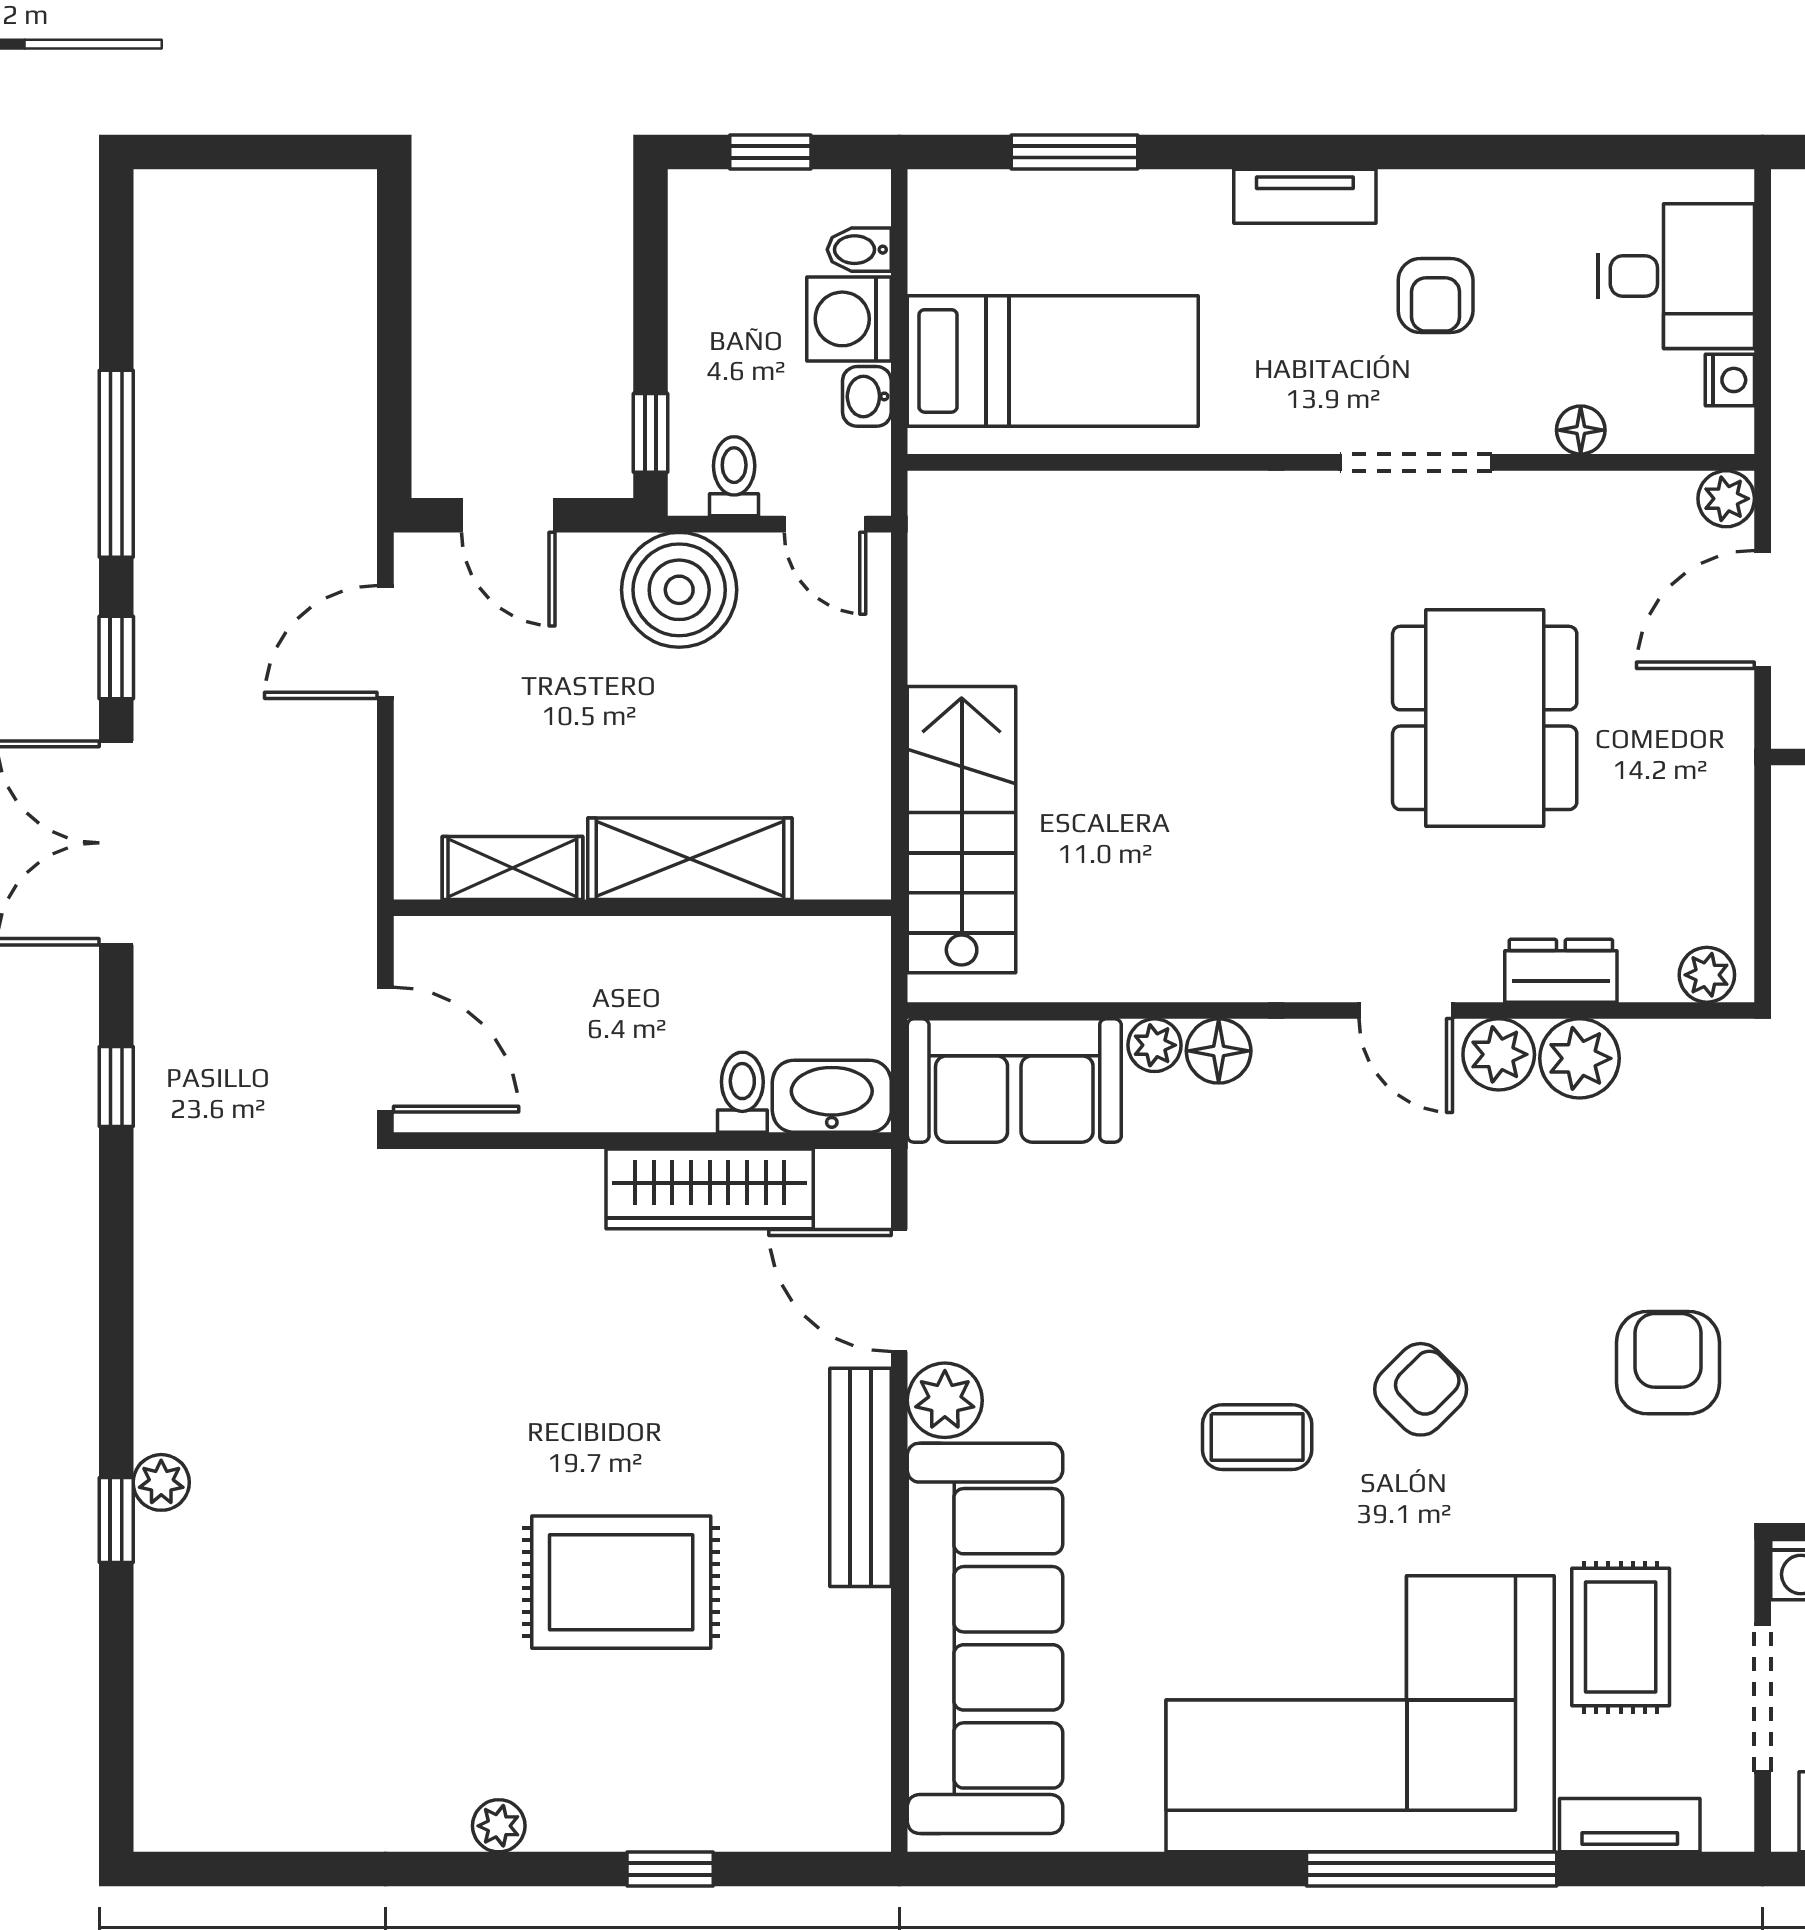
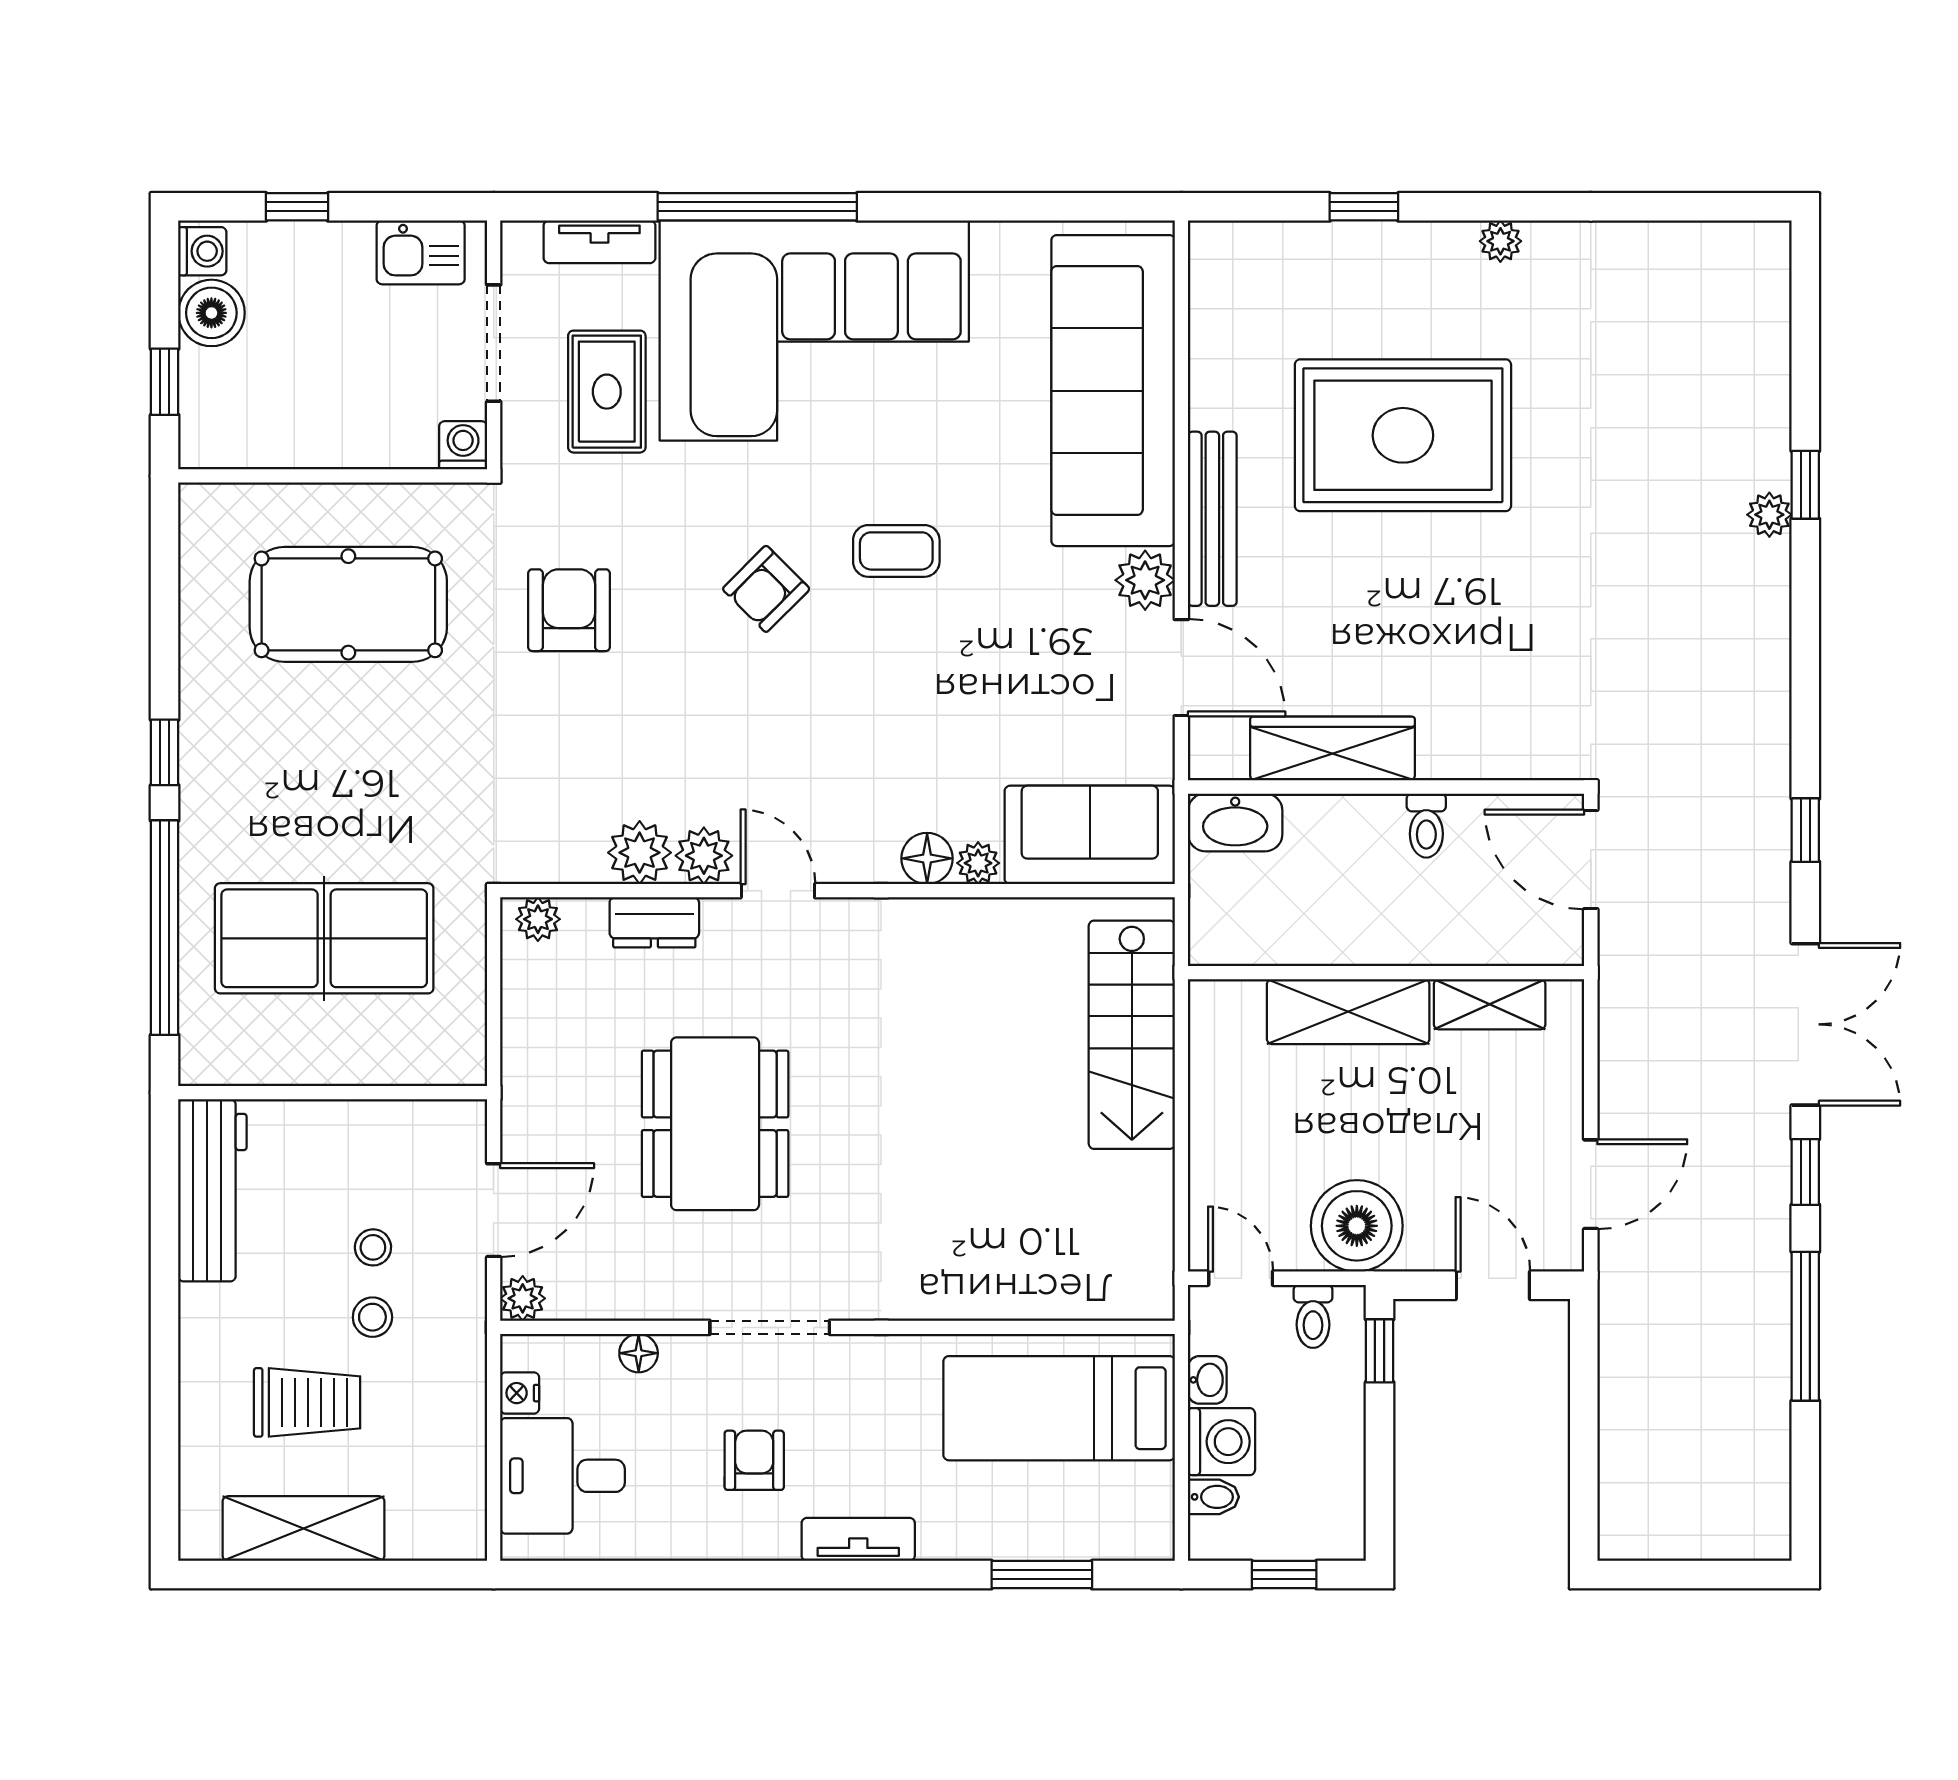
toilet: (742, 1092) -> (1426, 826), moved
armchair: (1668, 1363) -> (569, 610), turned 180
rug: (621, 1582) -> (1403, 435), width x1.37, depth x1.44

